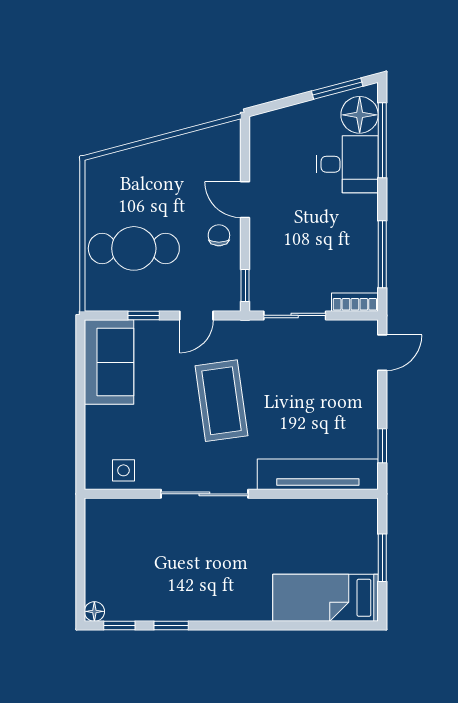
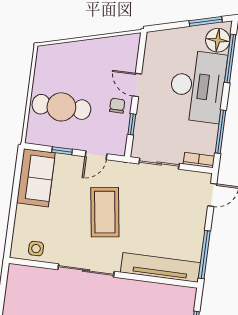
desk: (347, 164) -> (198, 86), width x1.87, depth x1.30
window: (245, 285) -> (132, 124), moved
window: (382, 446) -> (204, 255), width x2.17

